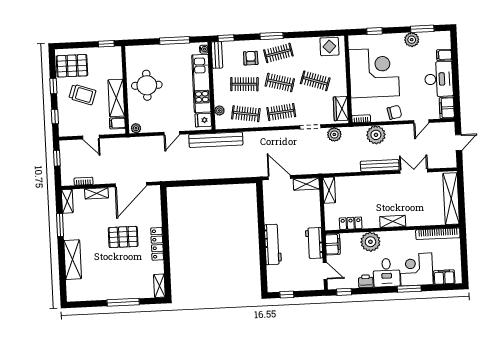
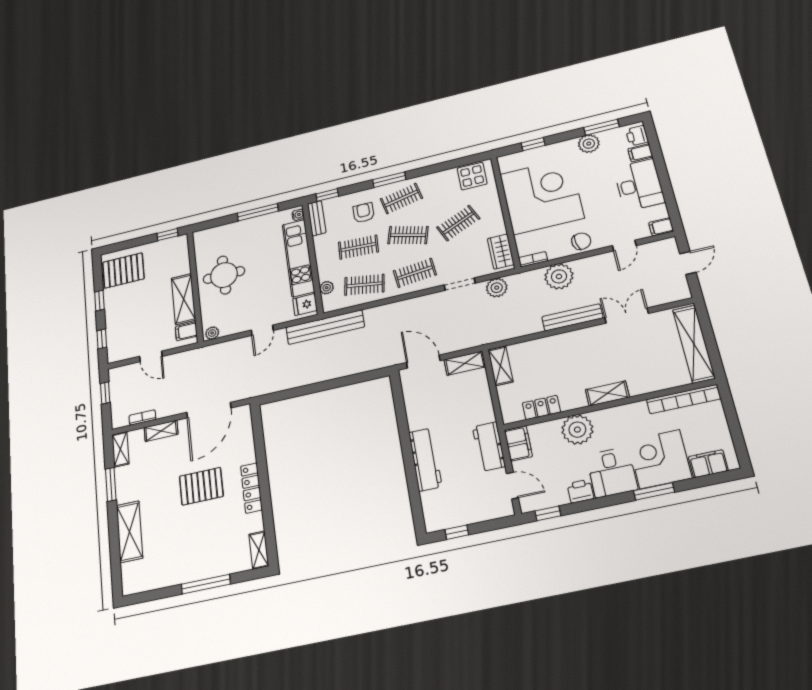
printer: (444, 41) -> (637, 136), added
clothes rail: (315, 81) -> (458, 223), turned -42
trolley: (82, 95) -> (138, 304), removed
filing cabinet: (447, 108) -> (661, 227), width x0.50

